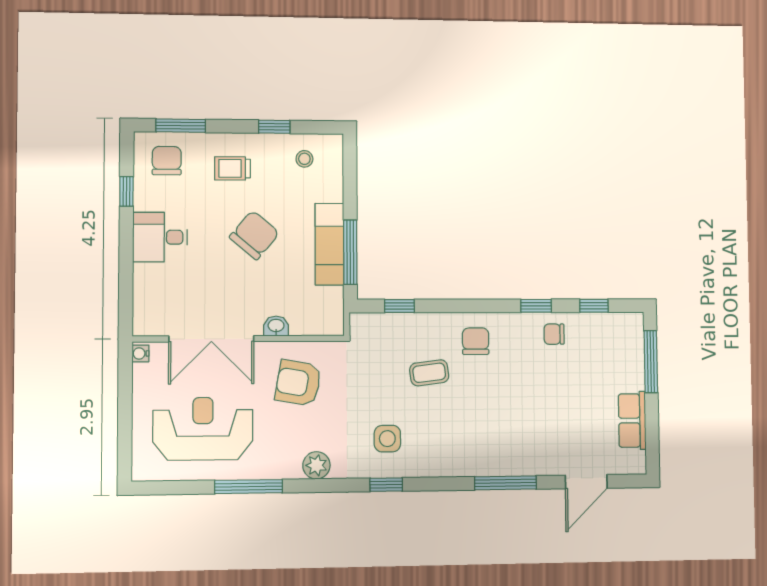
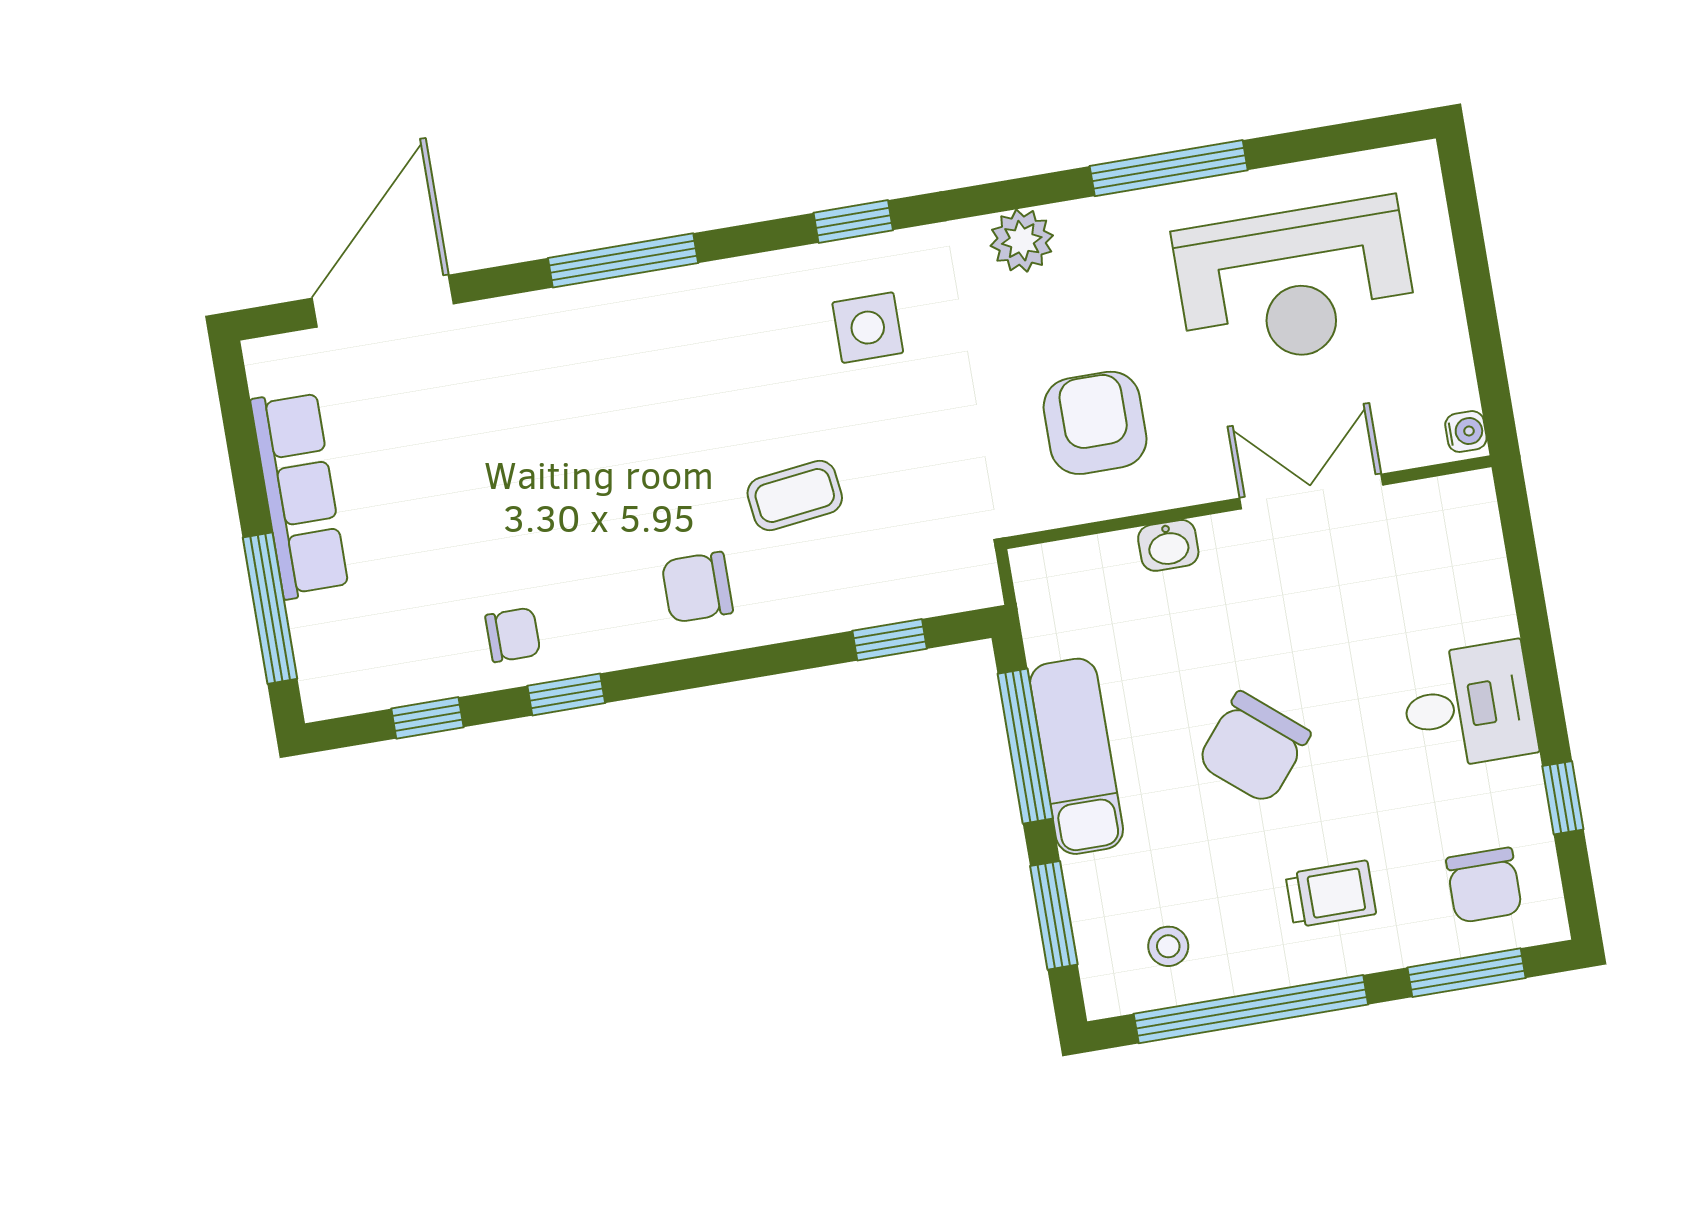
window: (274, 127) -> (1251, 1009), width x3.17
window: (350, 180) -> (1054, 915), added
double door: (211, 339) -> (1311, 492), width x0.73
chair: (476, 341) -> (697, 587), turned 90
armchair: (298, 383) -> (1095, 423), turned -100
row of seats: (632, 420) -> (300, 494), width x1.48
door: (586, 482) -> (383, 301), width x1.36
window: (505, 483) -> (623, 260), moved

